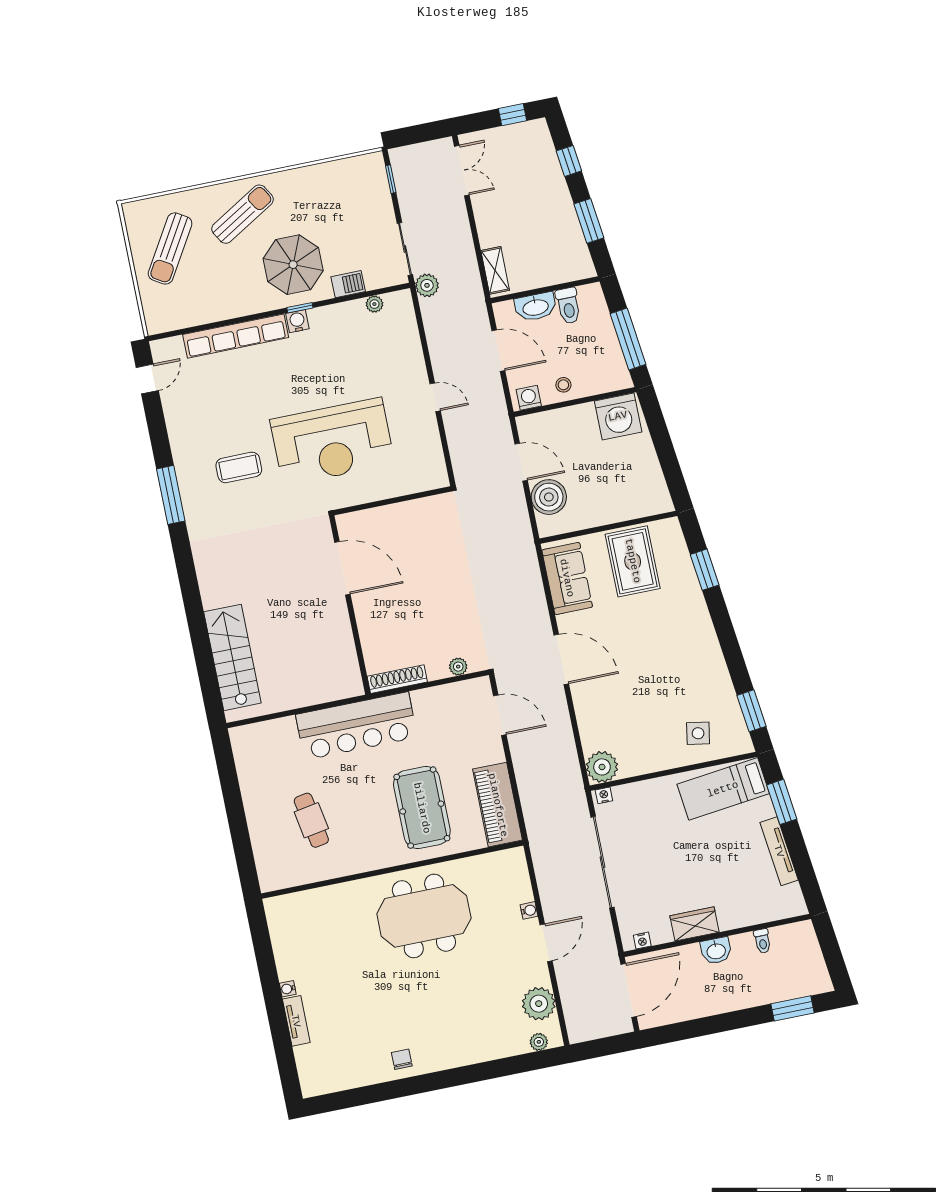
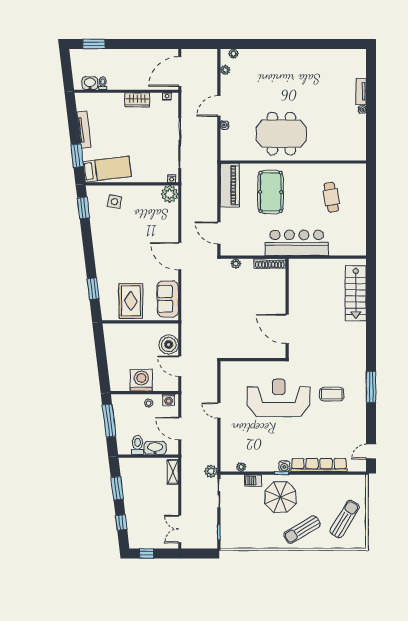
washing machine: (618, 416) -> (141, 380), moved
washbasin: (716, 951) -> (90, 83), moved
plant: (539, 1004) -> (225, 70), width x0.53, depth x0.53
chair: (402, 1059) -> (309, 59), removed

